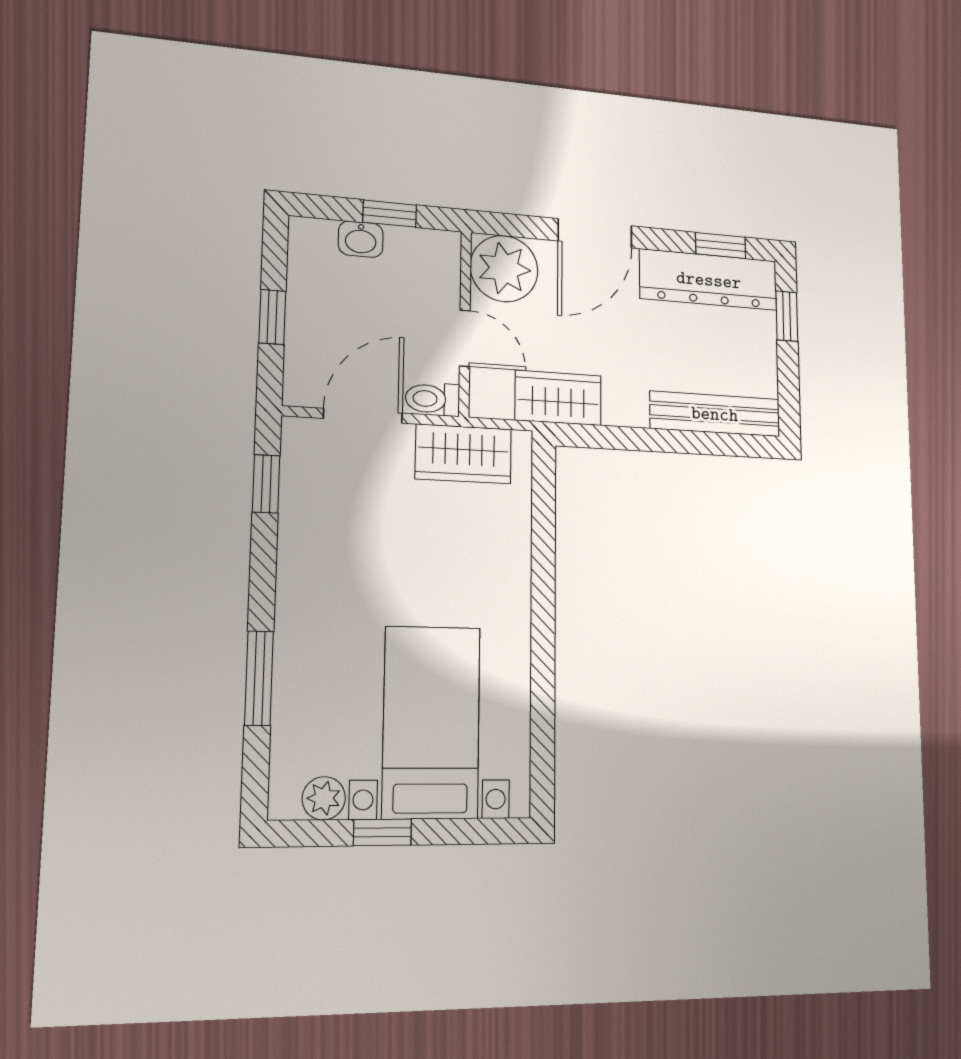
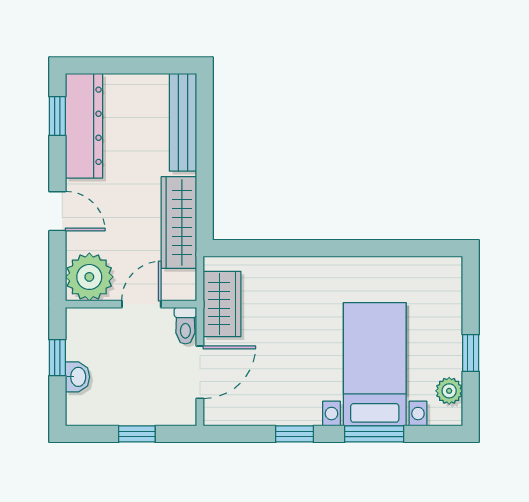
door: (595, 233) -> (57, 211), width x0.73
window: (787, 316) -> (106, 65), removed
wardrobe: (558, 398) -> (179, 223), width x1.50
door: (363, 416) -> (200, 372), swing flipped
window: (266, 484) -> (295, 434), moved
bed with nightstands: (431, 722) -> (375, 364), moved, turned 90

